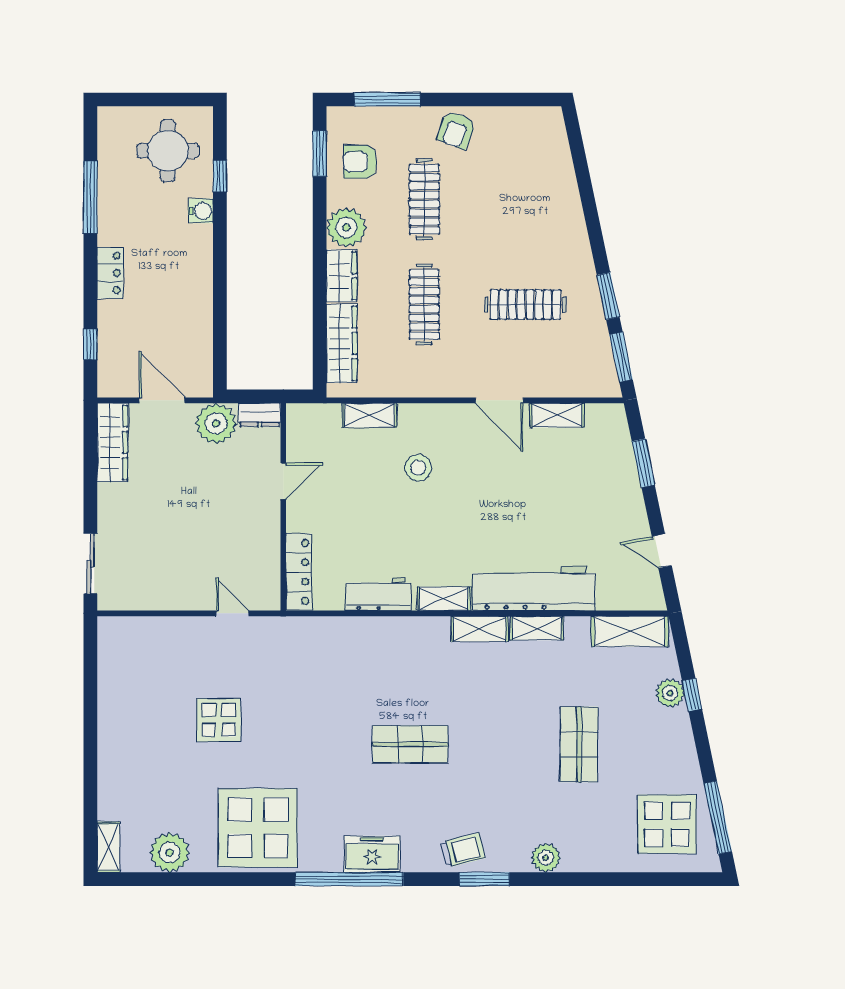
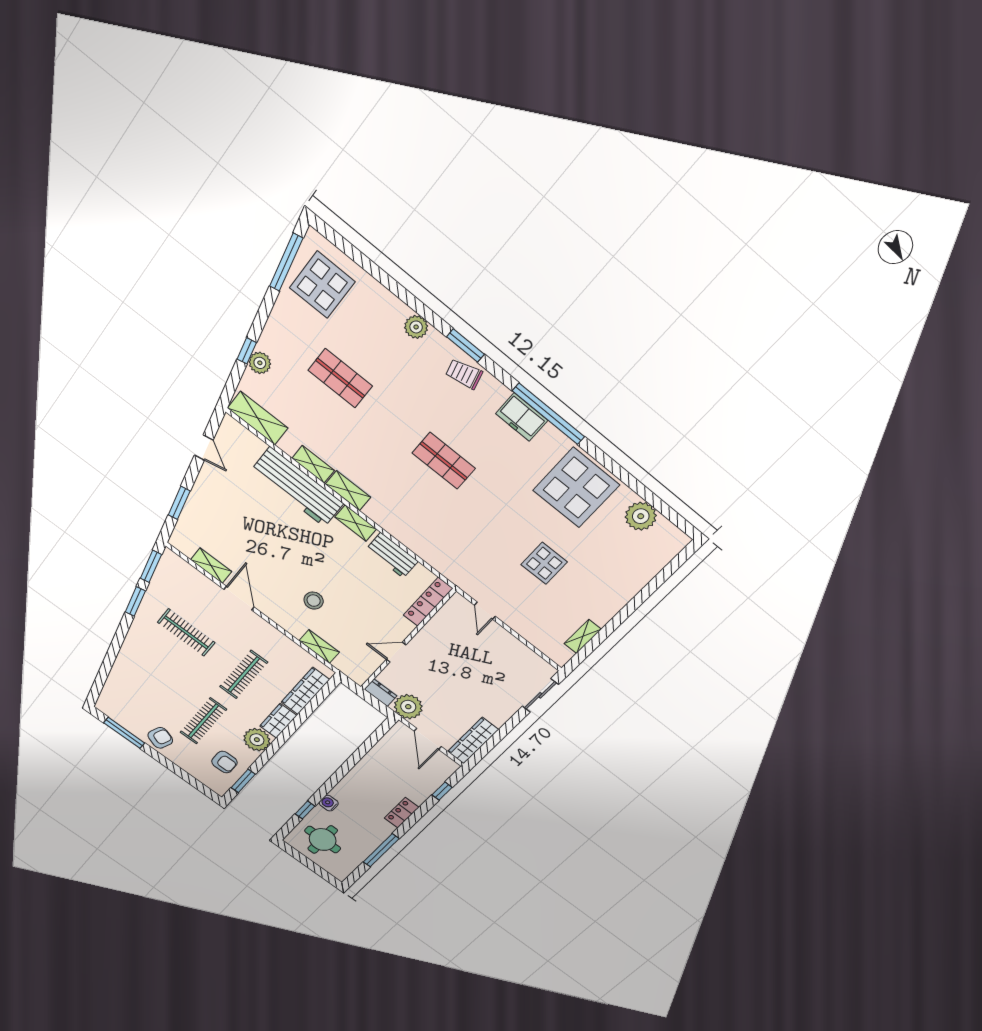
window: (387, 100) -> (124, 733), moved
shop shelf: (579, 744) -> (340, 378), turned 90
shelving: (108, 847) -> (583, 637), moved

